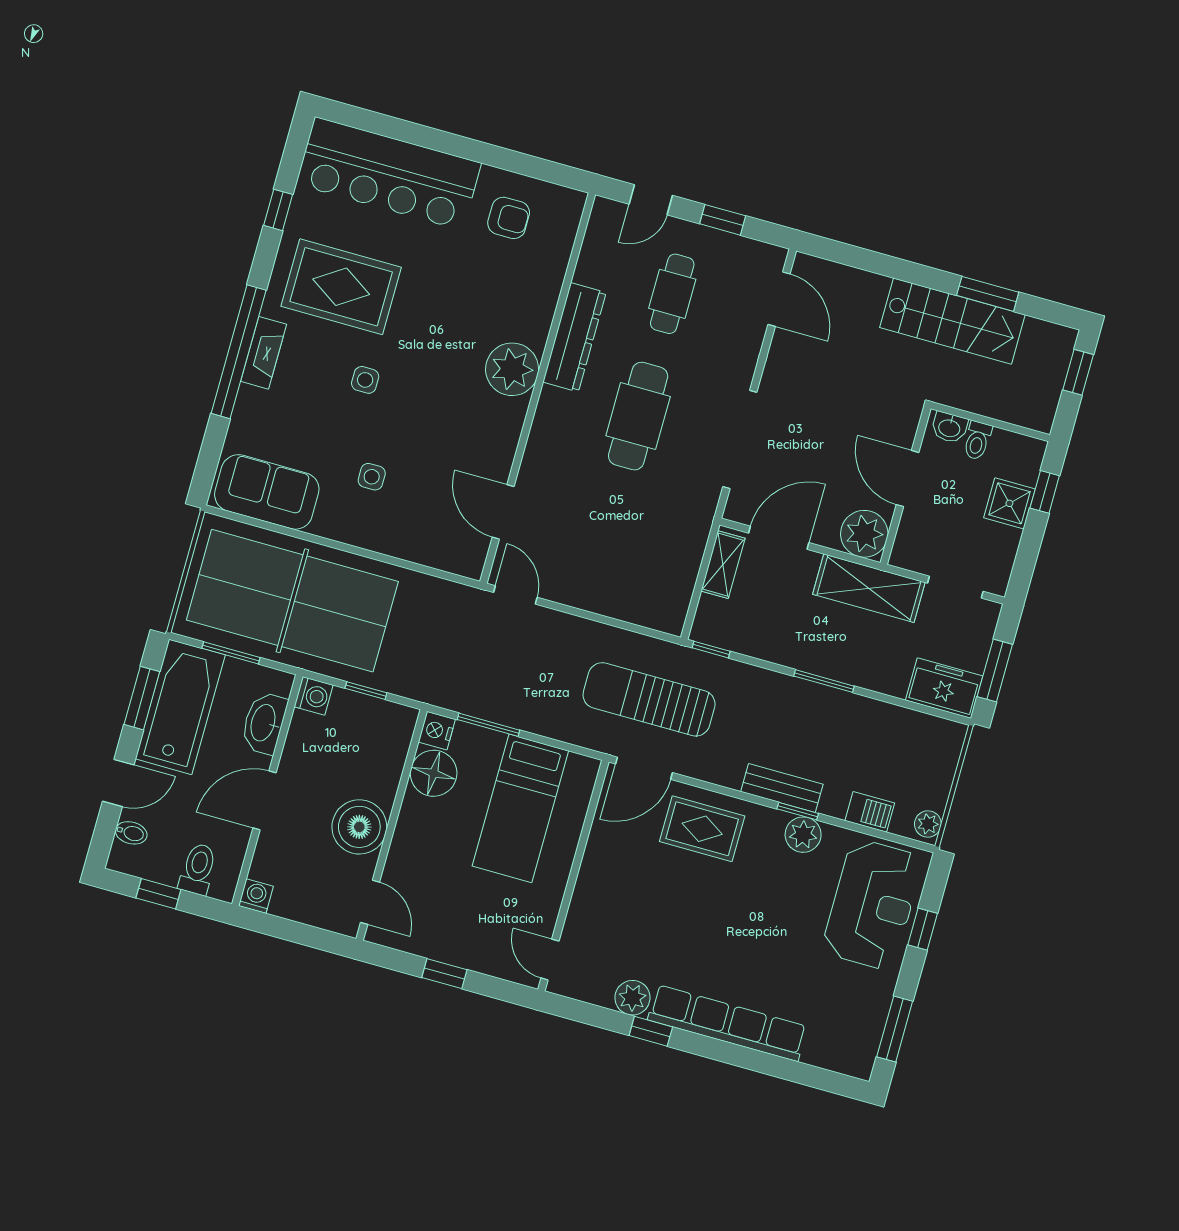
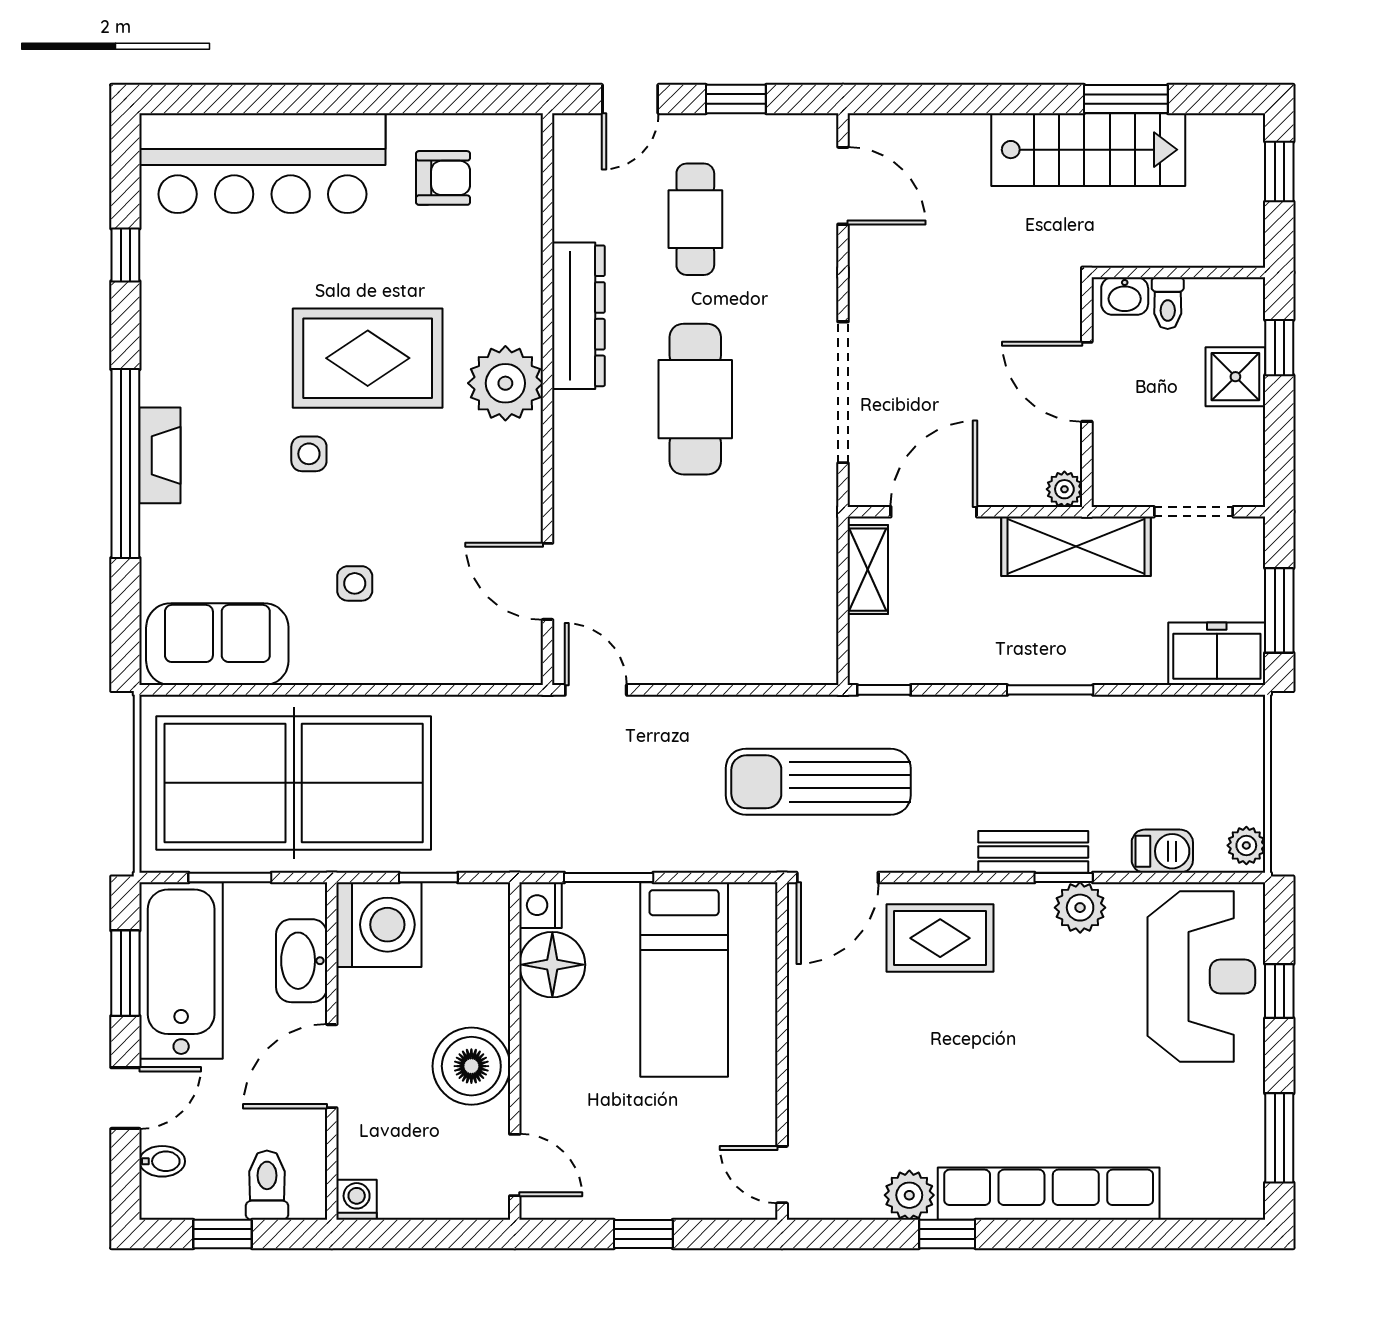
rug: (341, 287) -> (368, 358), moved
plant: (864, 534) -> (1064, 489), width x0.53, depth x0.53
washing machine: (314, 696) -> (379, 925), width x1.89, depth x1.89

